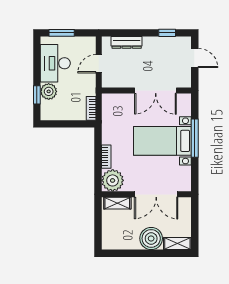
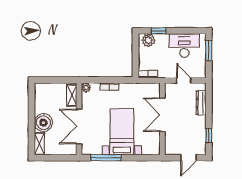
double door: (156, 90) -> (162, 115), moved
plant: (49, 91) -> (148, 40), moved
window: (195, 138) -> (106, 158), moved
plant: (113, 180) -> (86, 87), width x0.53, depth x0.53

